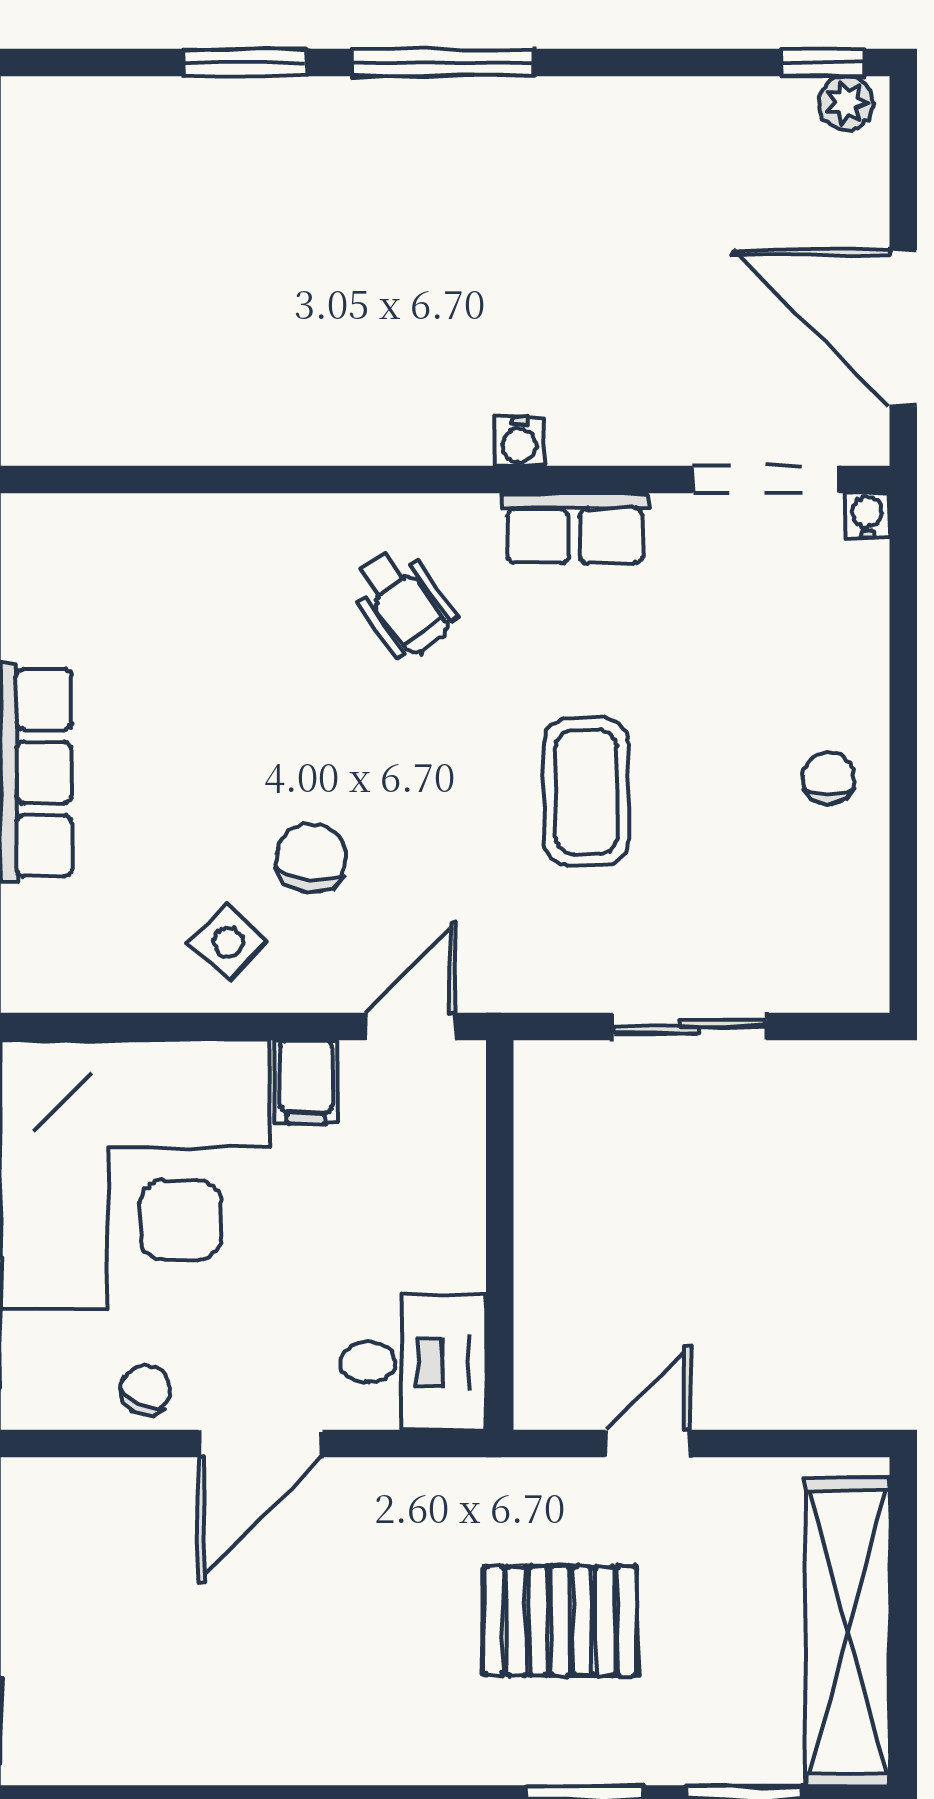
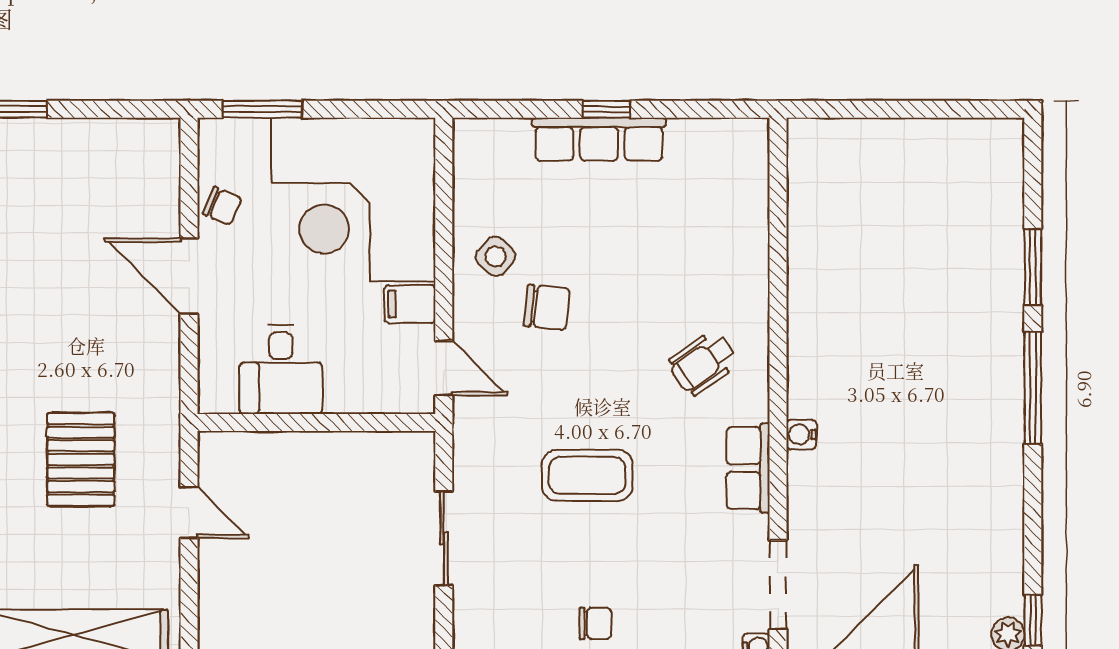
desk: (413, 1362) -> (281, 370), moved

